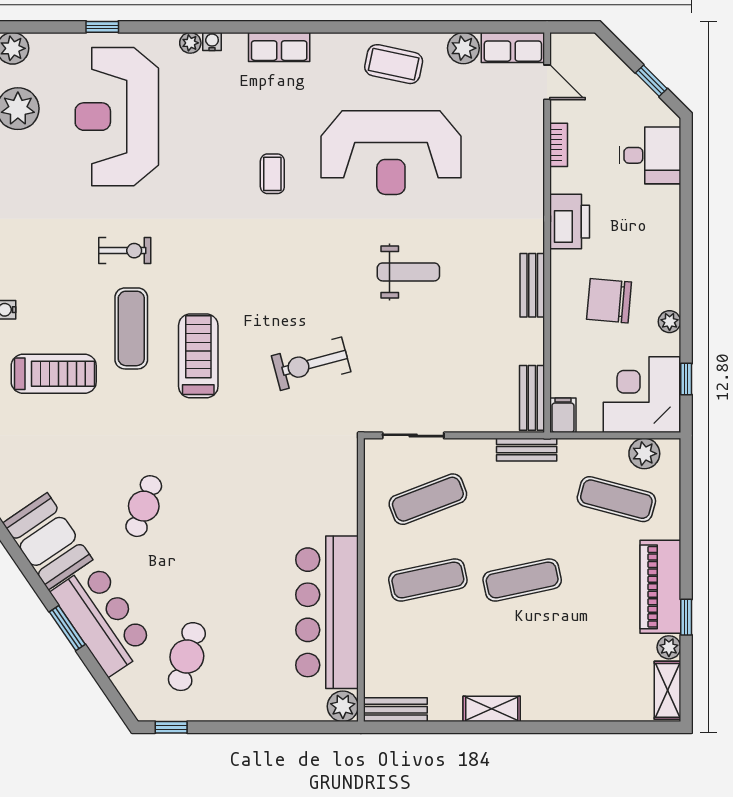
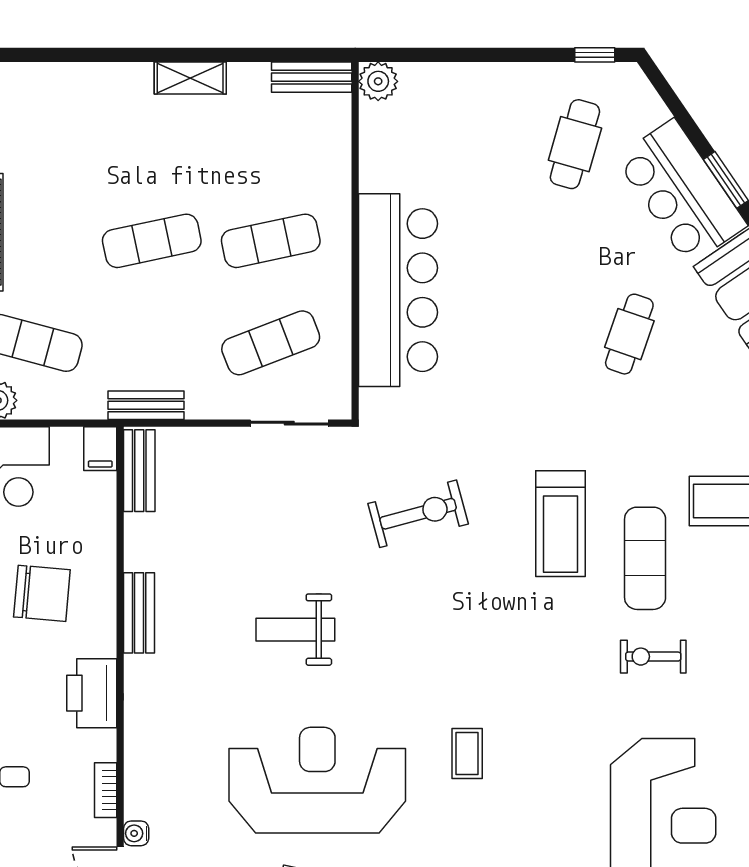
water cooler: (535, 110) -> (136, 833), added
bar counter: (327, 612) -> (398, 290), moved

